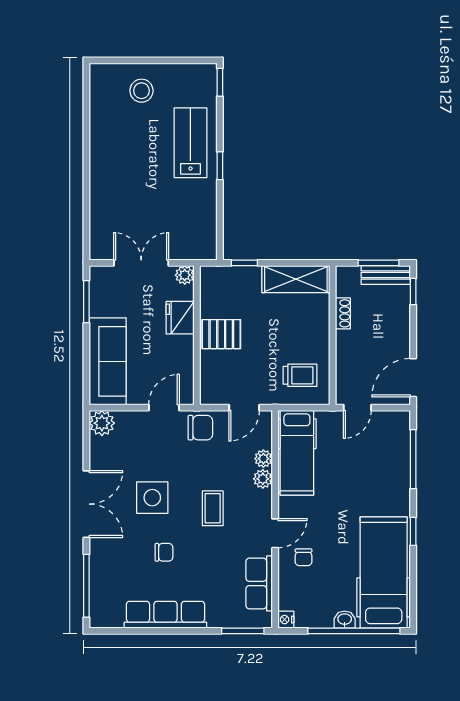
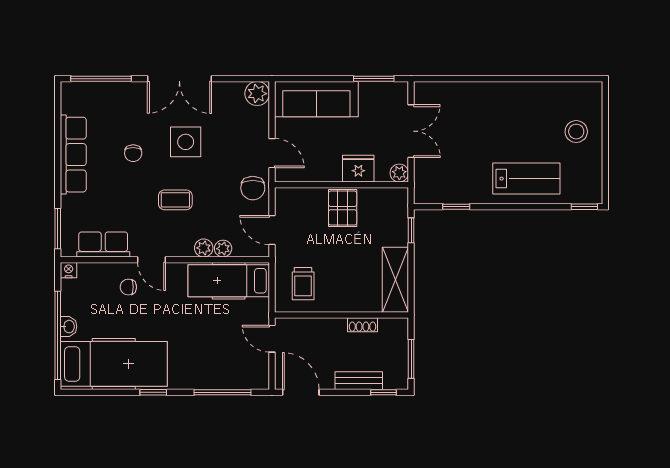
window: (220, 166) -> (456, 207), moved
bench: (386, 275) -> (359, 381), moved, turned 90

